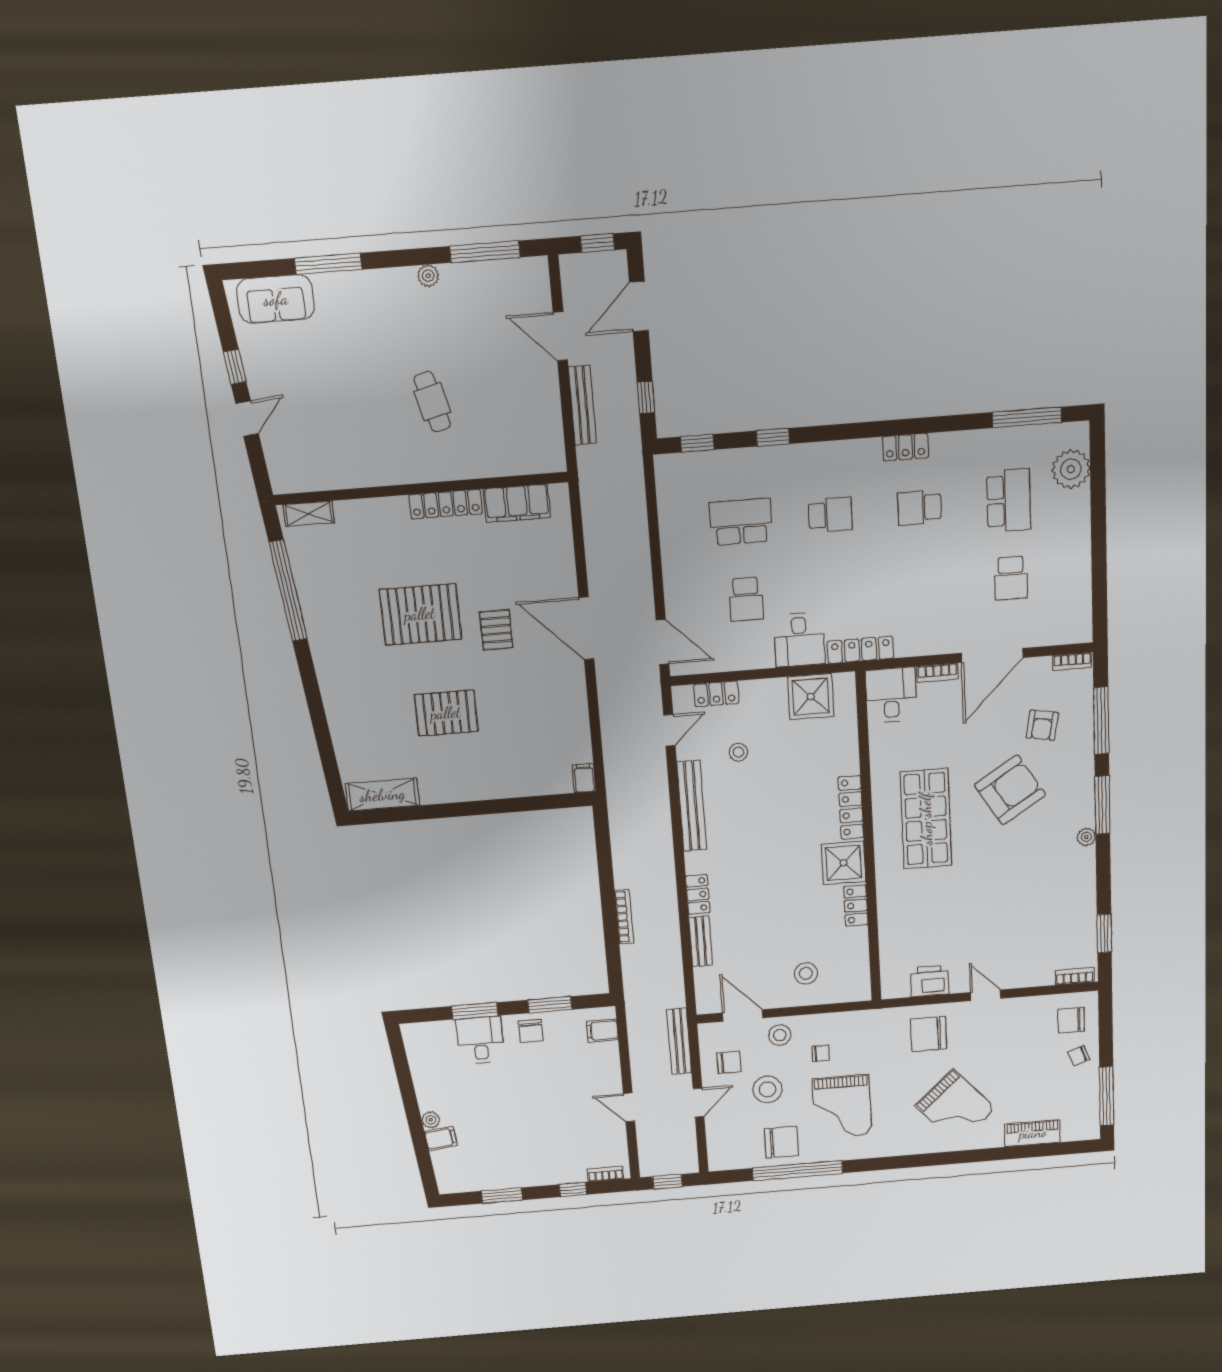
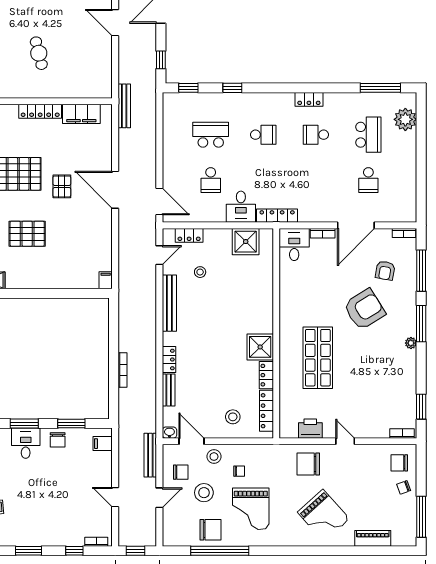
bench: (582, 405) -> (124, 106), moved
locker: (851, 807) -> (266, 411), moved
shop shelf: (926, 819) -> (318, 358), moved
washbasin: (707, 1005) -> (169, 433), added

